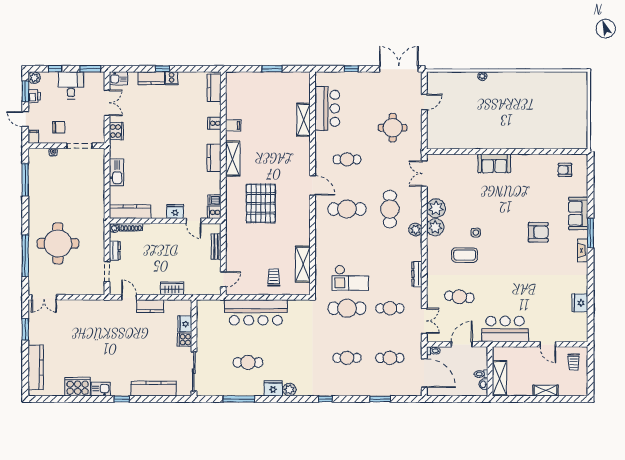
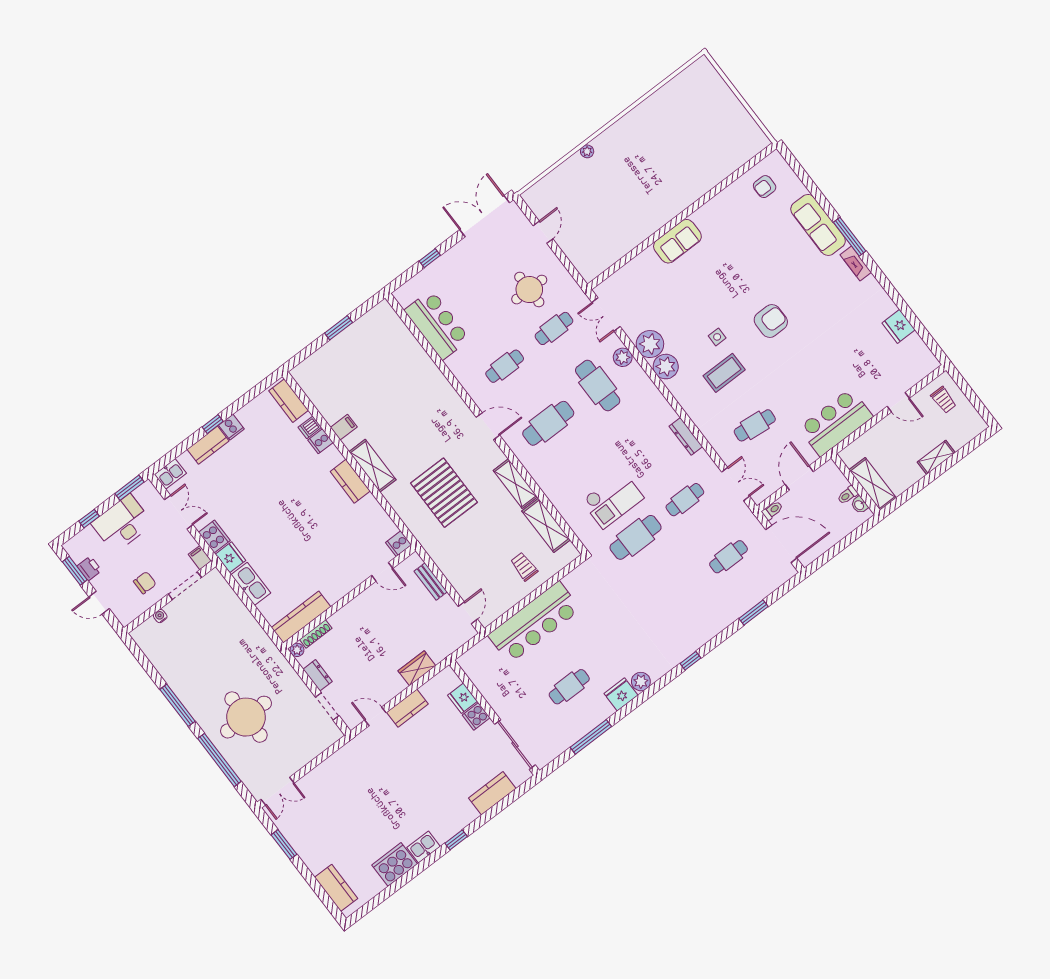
plant: (34, 78) -> (73, 547), removed
desk: (71, 85) -> (122, 524), width x1.37
shelving: (304, 120) -> (515, 484), moved
filing cabinet: (33, 137) -> (200, 558), moved
window: (25, 180) -> (178, 705), moved
dishwasher: (214, 200) -> (310, 427), moved
fridge: (175, 211) -> (230, 557), moved, turned 90
sofa: (578, 213) -> (818, 225), width x1.36
plant: (415, 230) -> (623, 357), moved
armchair: (538, 232) -> (771, 321), moved
cafe table: (347, 358) -> (554, 328), moved
kitchen counter: (36, 367) -> (336, 888), width x0.67
kitchen counter: (154, 388) -> (492, 793), width x0.67

